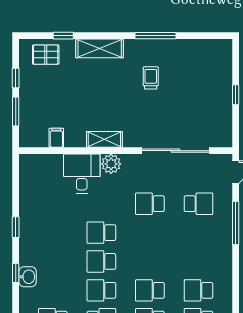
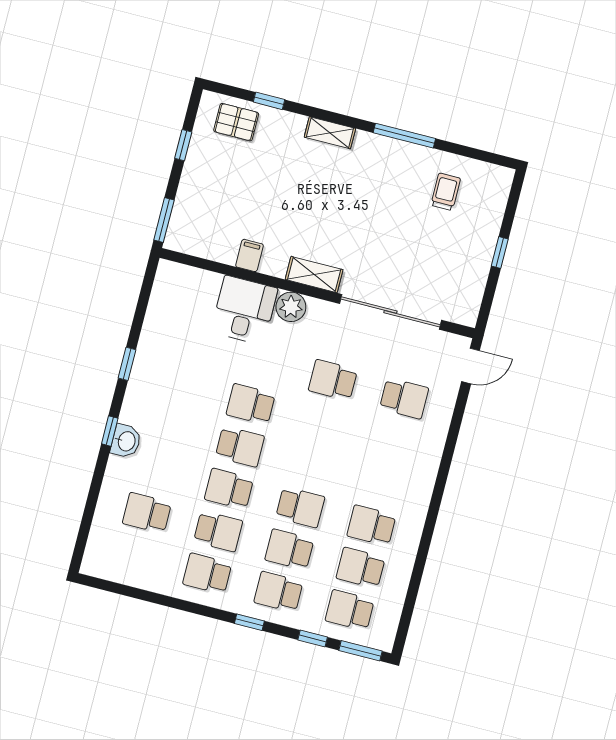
shelving: (100, 48) -> (330, 133), width x0.67, depth x0.75
trolley: (151, 78) -> (446, 192), moved
window: (16, 111) -> (164, 220), moved
filing cabinet: (56, 138) -> (249, 255), moved
shelving: (104, 139) -> (314, 275), moved
window: (236, 223) -> (451, 441), removed
school desk: (101, 261) -> (240, 447), turned 180
school desk: (150, 290) -> (300, 507), turned 180

